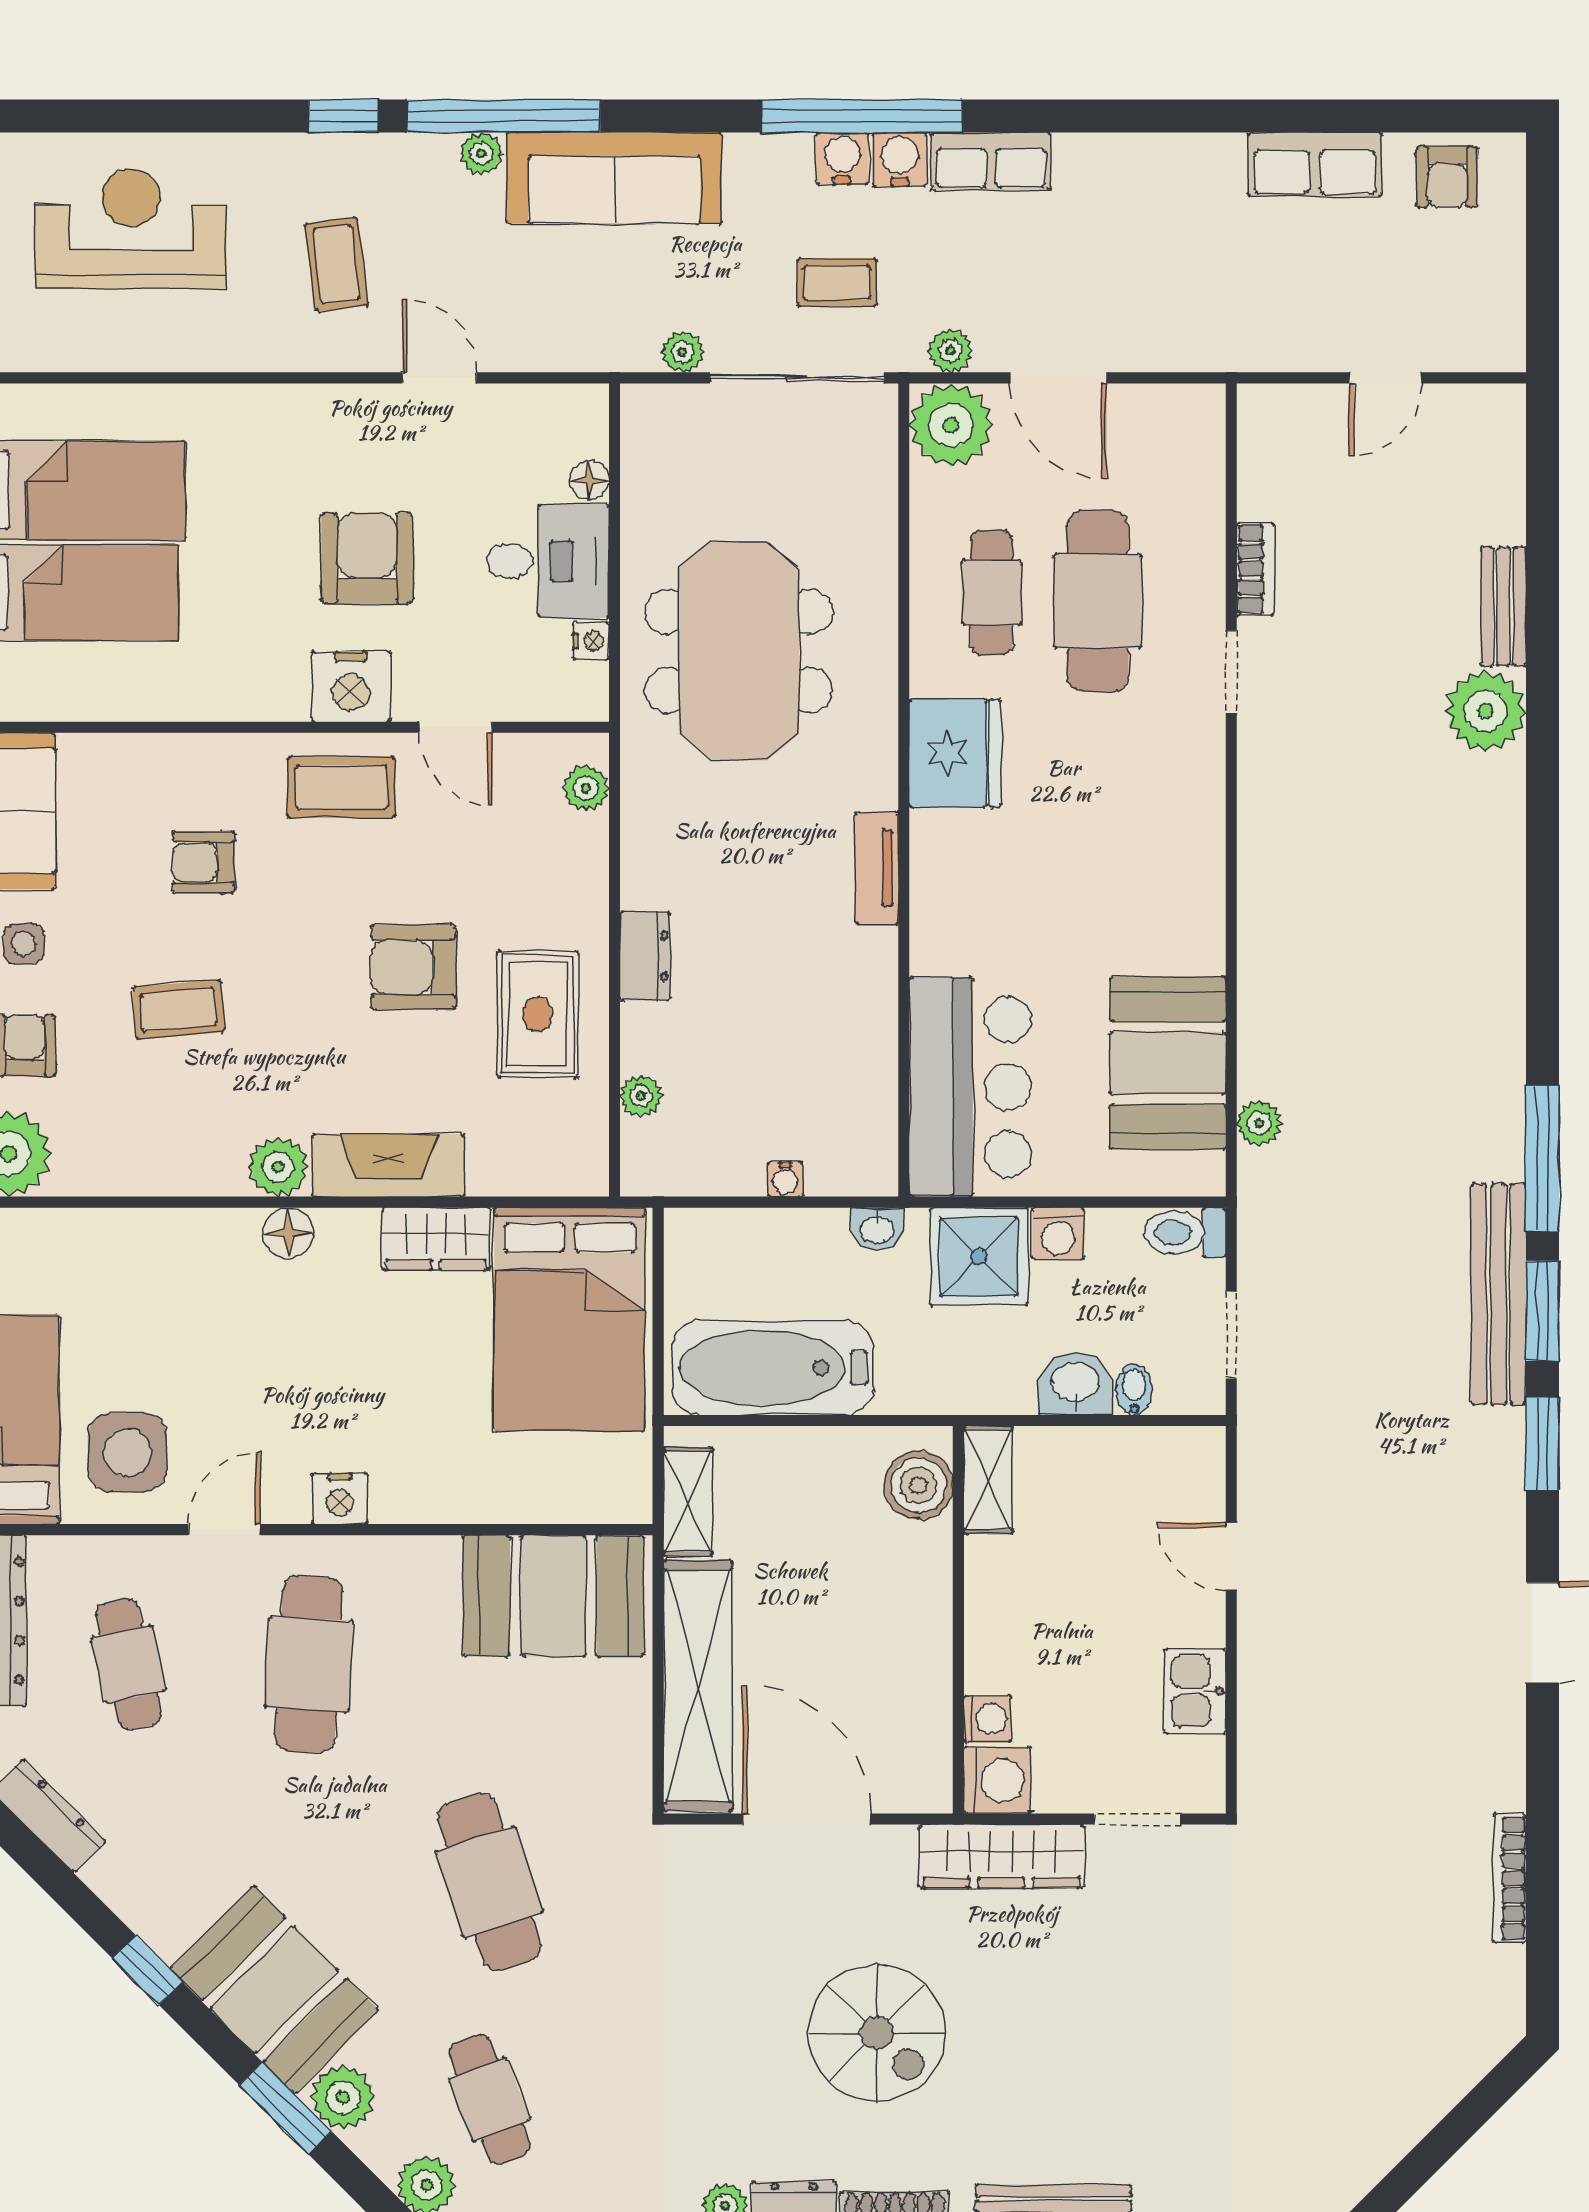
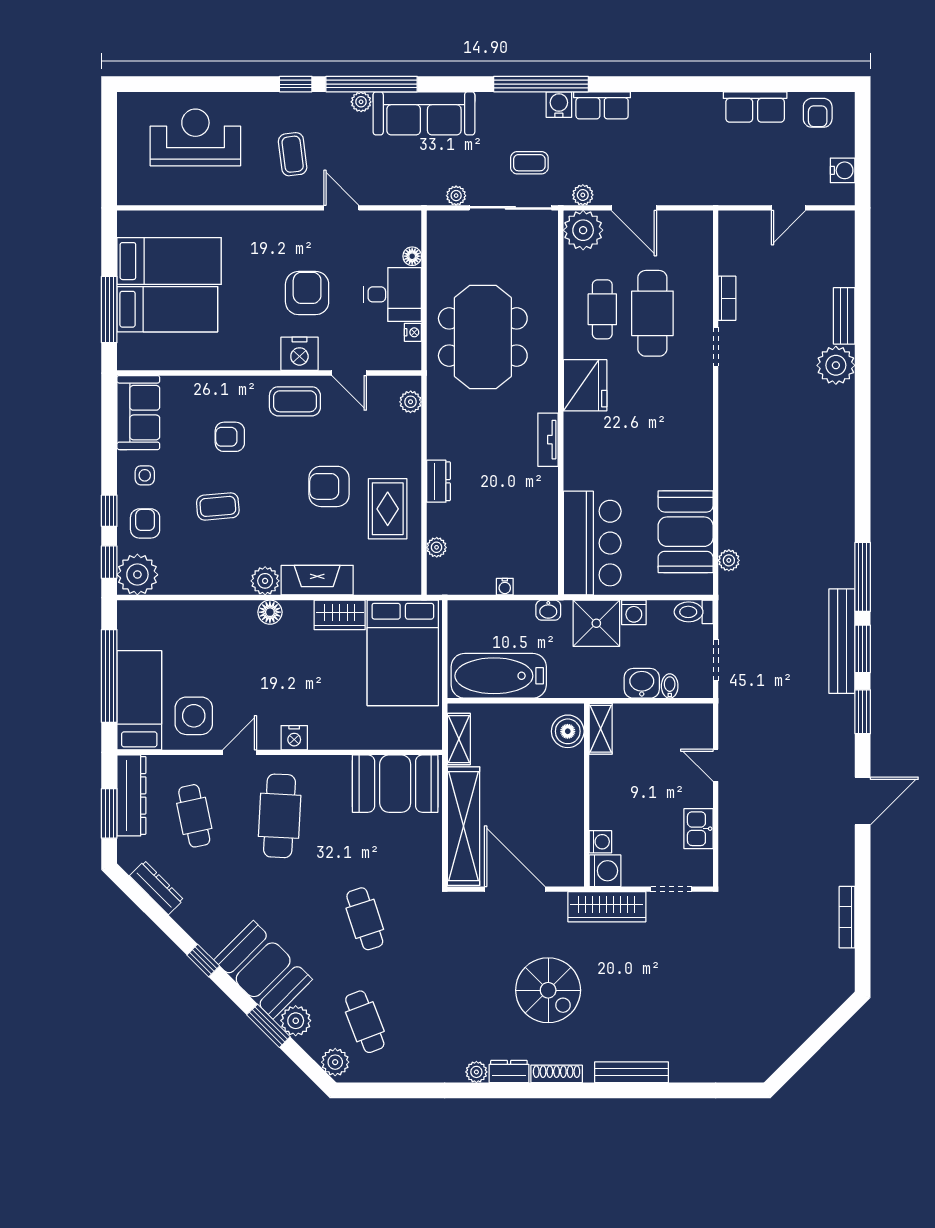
water cooler: (842, 158) -> (843, 170), moved, turned 90
cafe table: (489, 1882) -> (365, 919), width x0.73, depth x0.74

